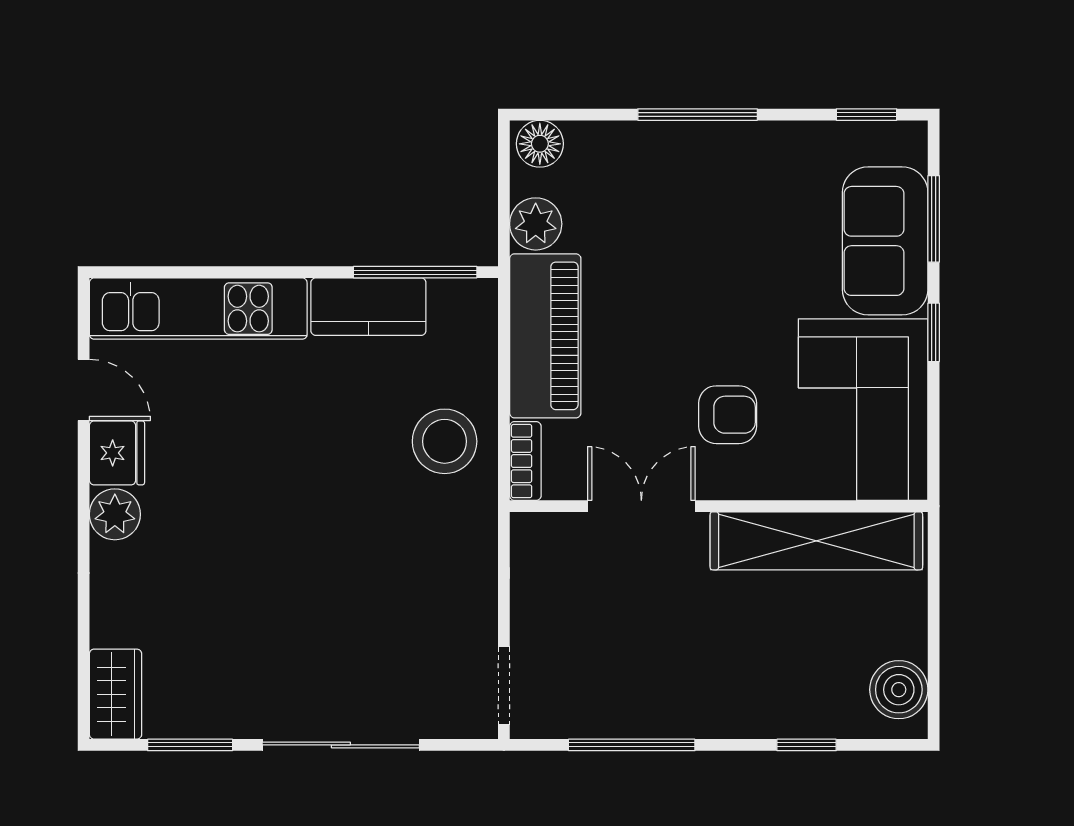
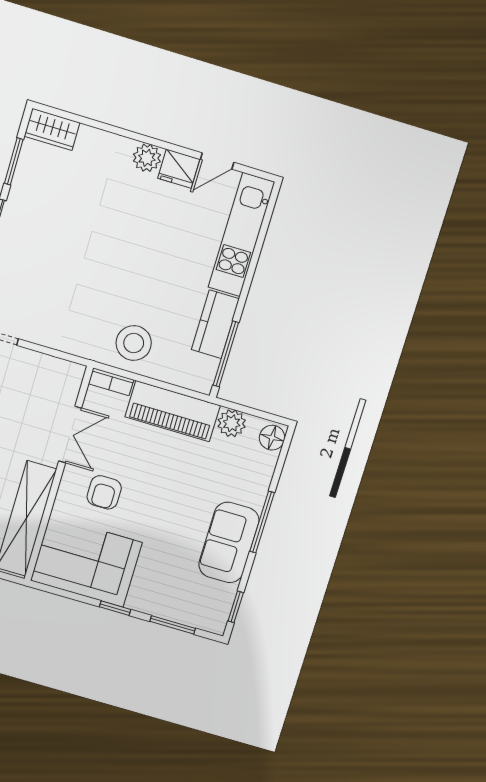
sofa: (885, 241) -> (229, 542), moved, turned -90

